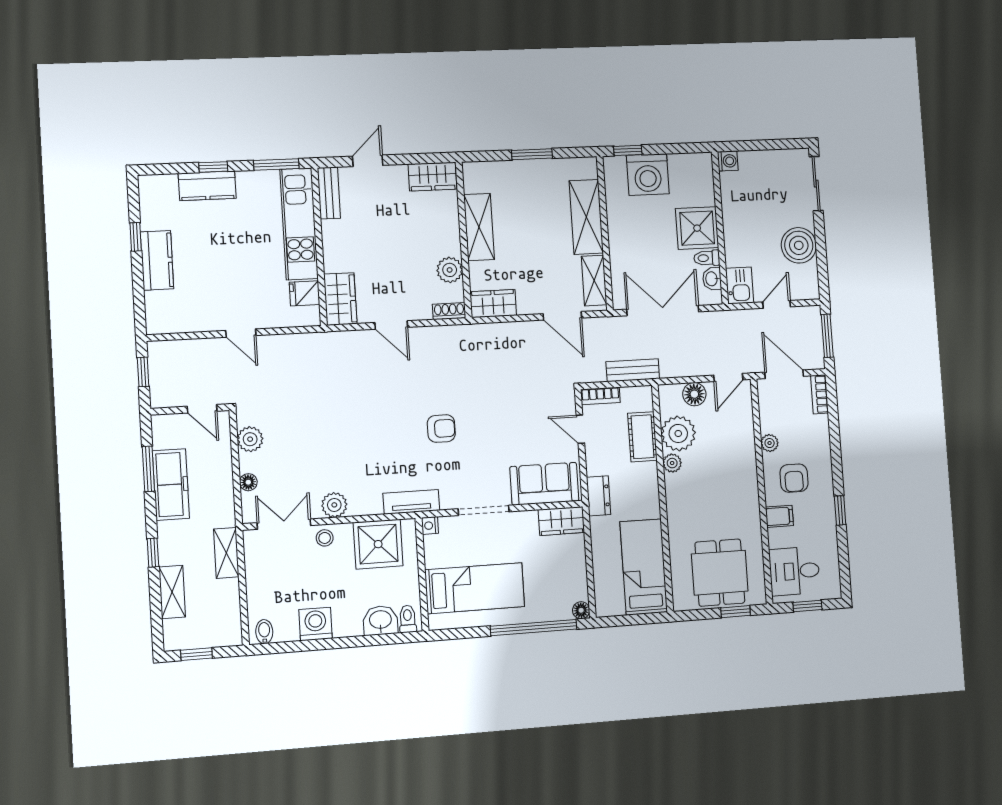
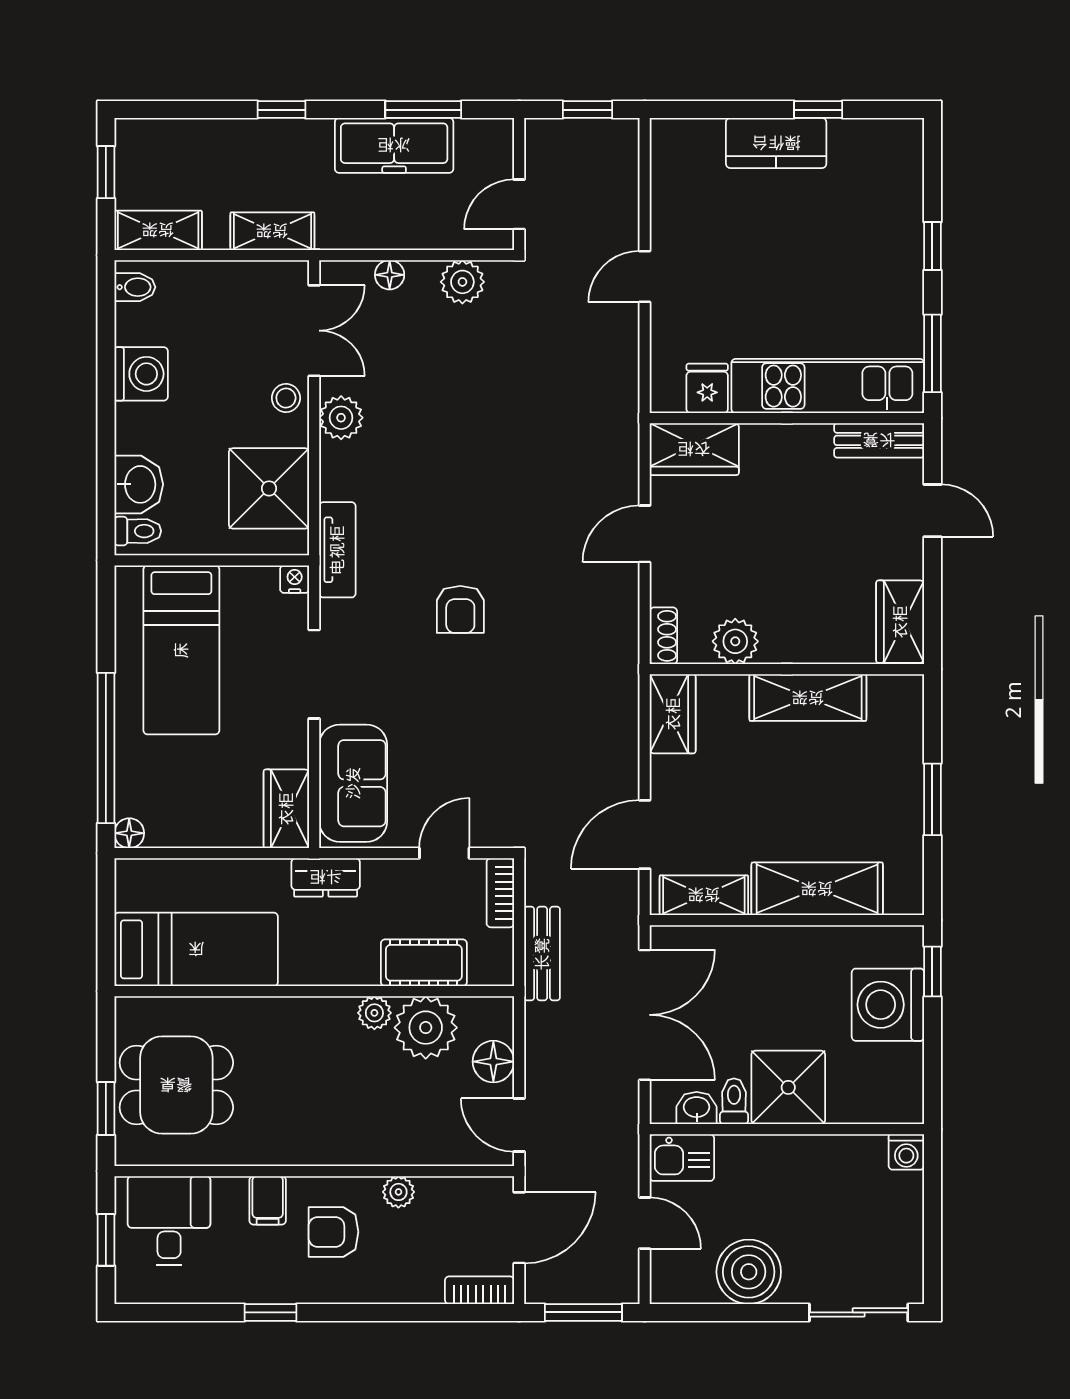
kitchen counter: (207, 186) -> (900, 234), removed
shelving: (172, 592) -> (158, 230), moved

